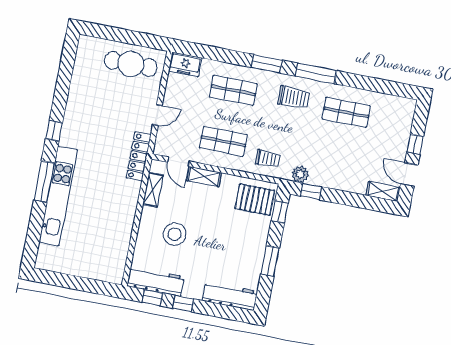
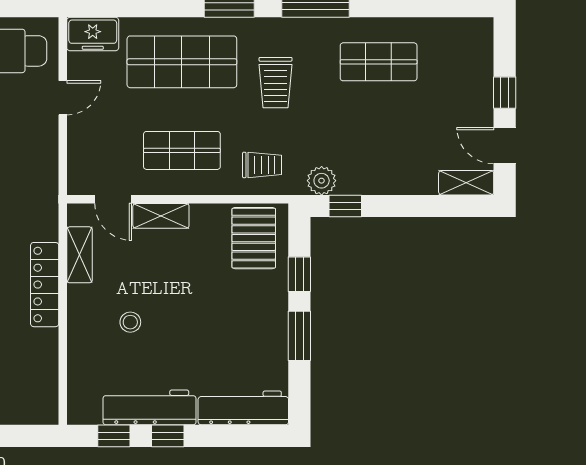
shop shelf: (233, 90) -> (182, 62), width x1.43, depth x1.36
trolley: (294, 97) -> (276, 83), moved, turned 90
door: (157, 115) -> (63, 98), moved
locker: (139, 156) -> (45, 285), moved
pallet: (255, 200) -> (254, 238), turned 90
window: (280, 212) -> (299, 274), moved
stool: (175, 234) -> (130, 322), width x0.53, depth x0.53
workbench: (156, 281) -> (149, 407), moved

